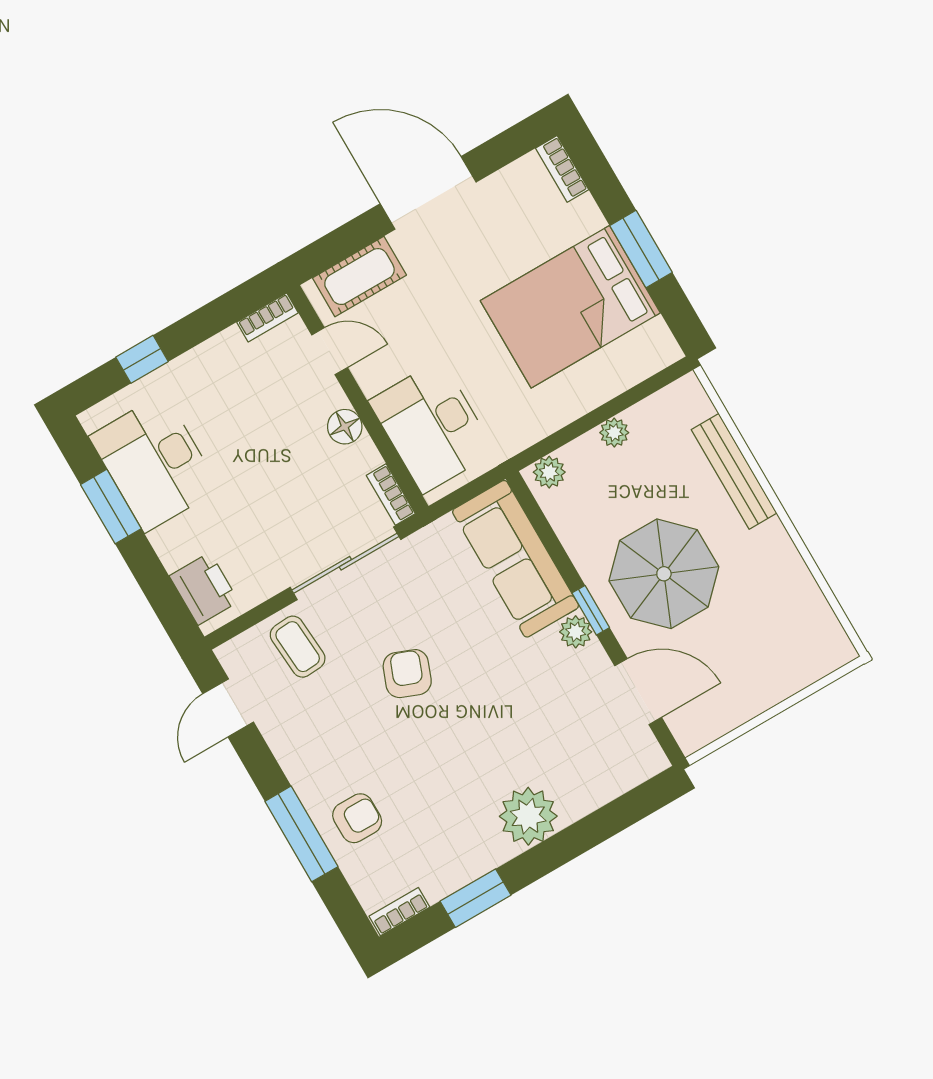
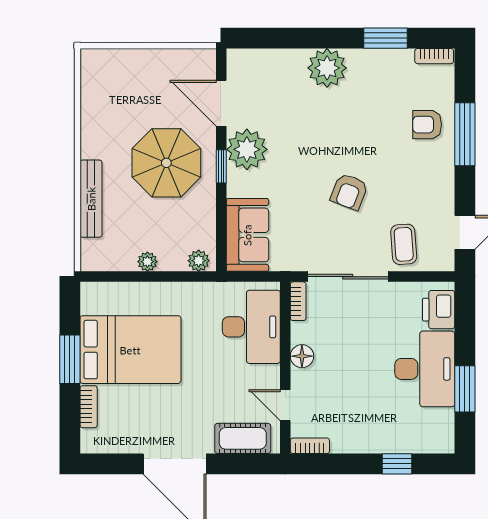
bookcase: (562, 169) -> (89, 407), moved
desk: (154, 463) -> (425, 369), moved
sofa: (516, 559) -> (247, 235), width x0.73
plant: (576, 632) -> (247, 149), width x1.88, depth x1.88

